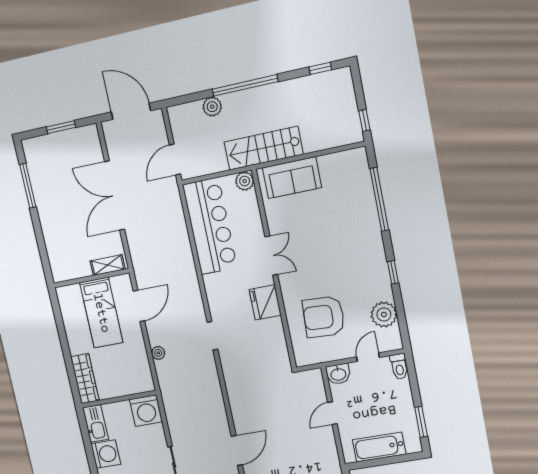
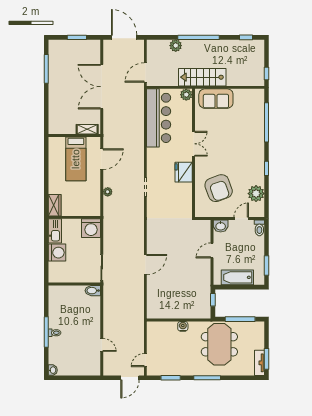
armchair: (324, 317) -> (219, 188), turned -113
wardrobe: (85, 379) -> (55, 205), width x0.67

